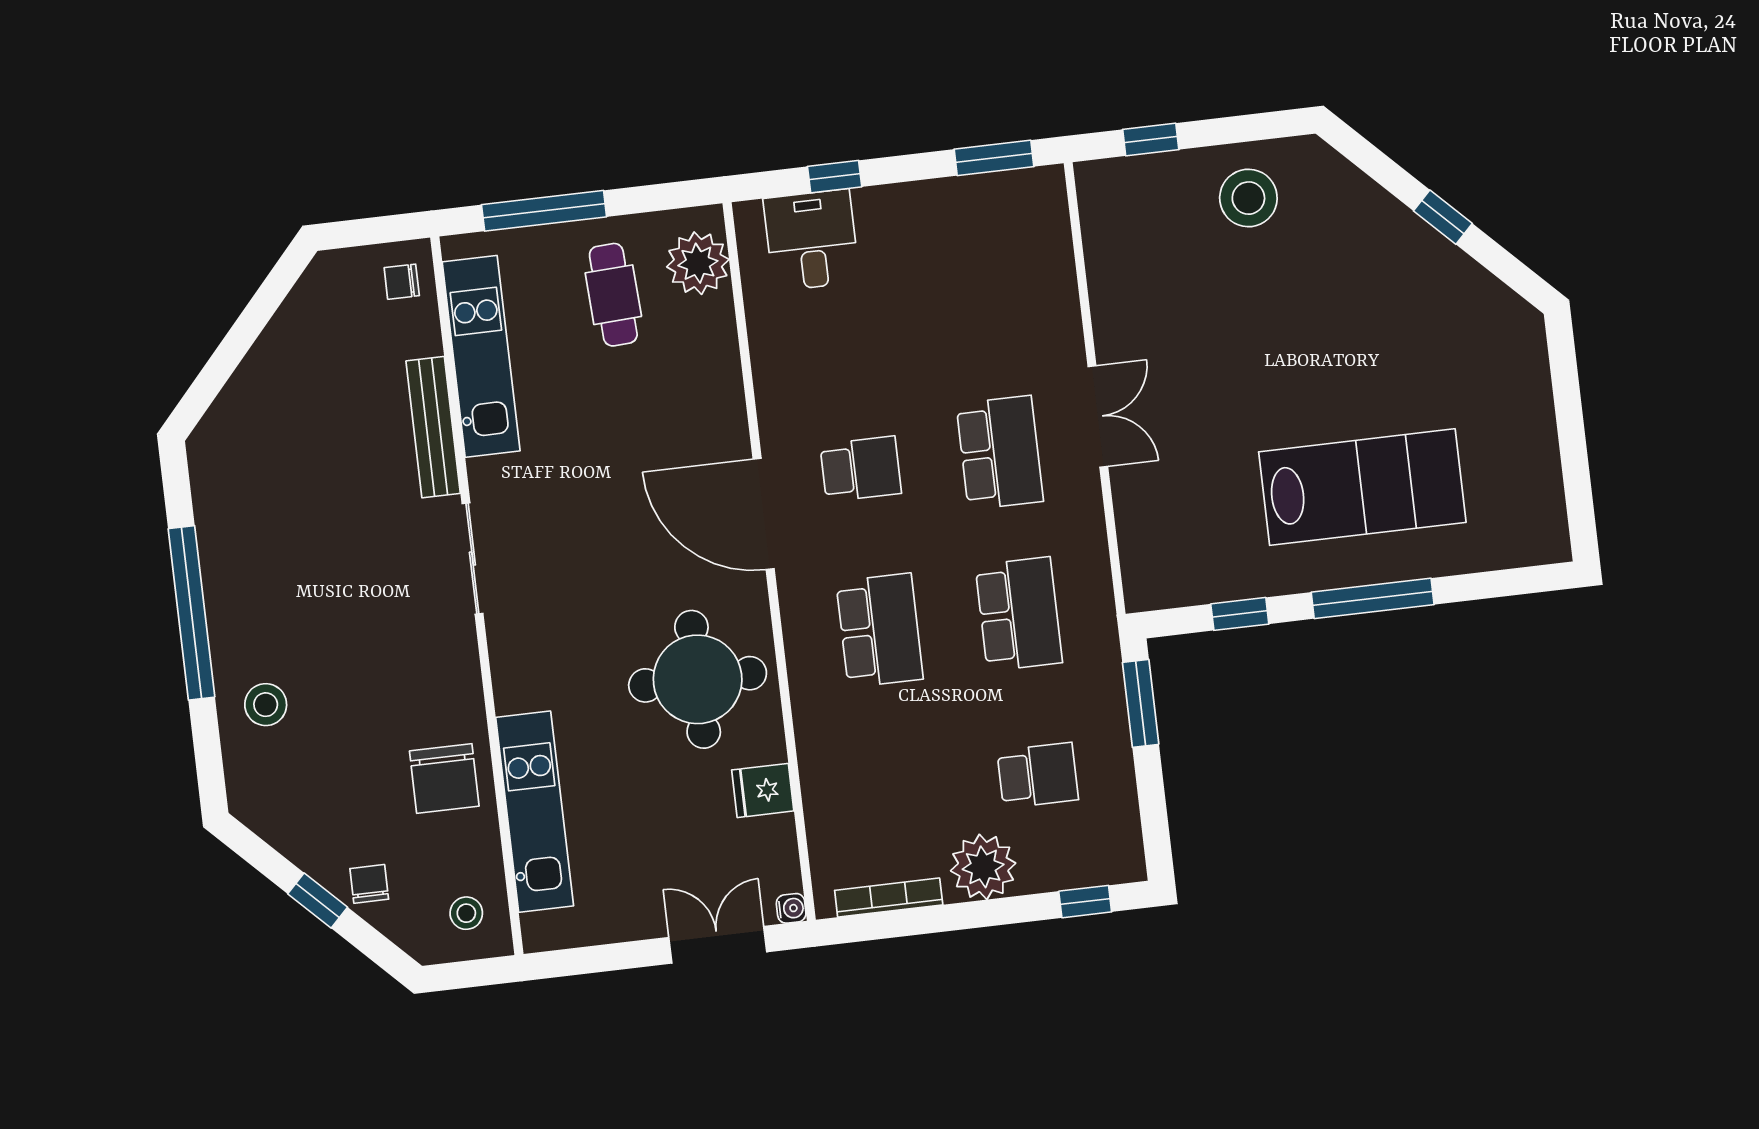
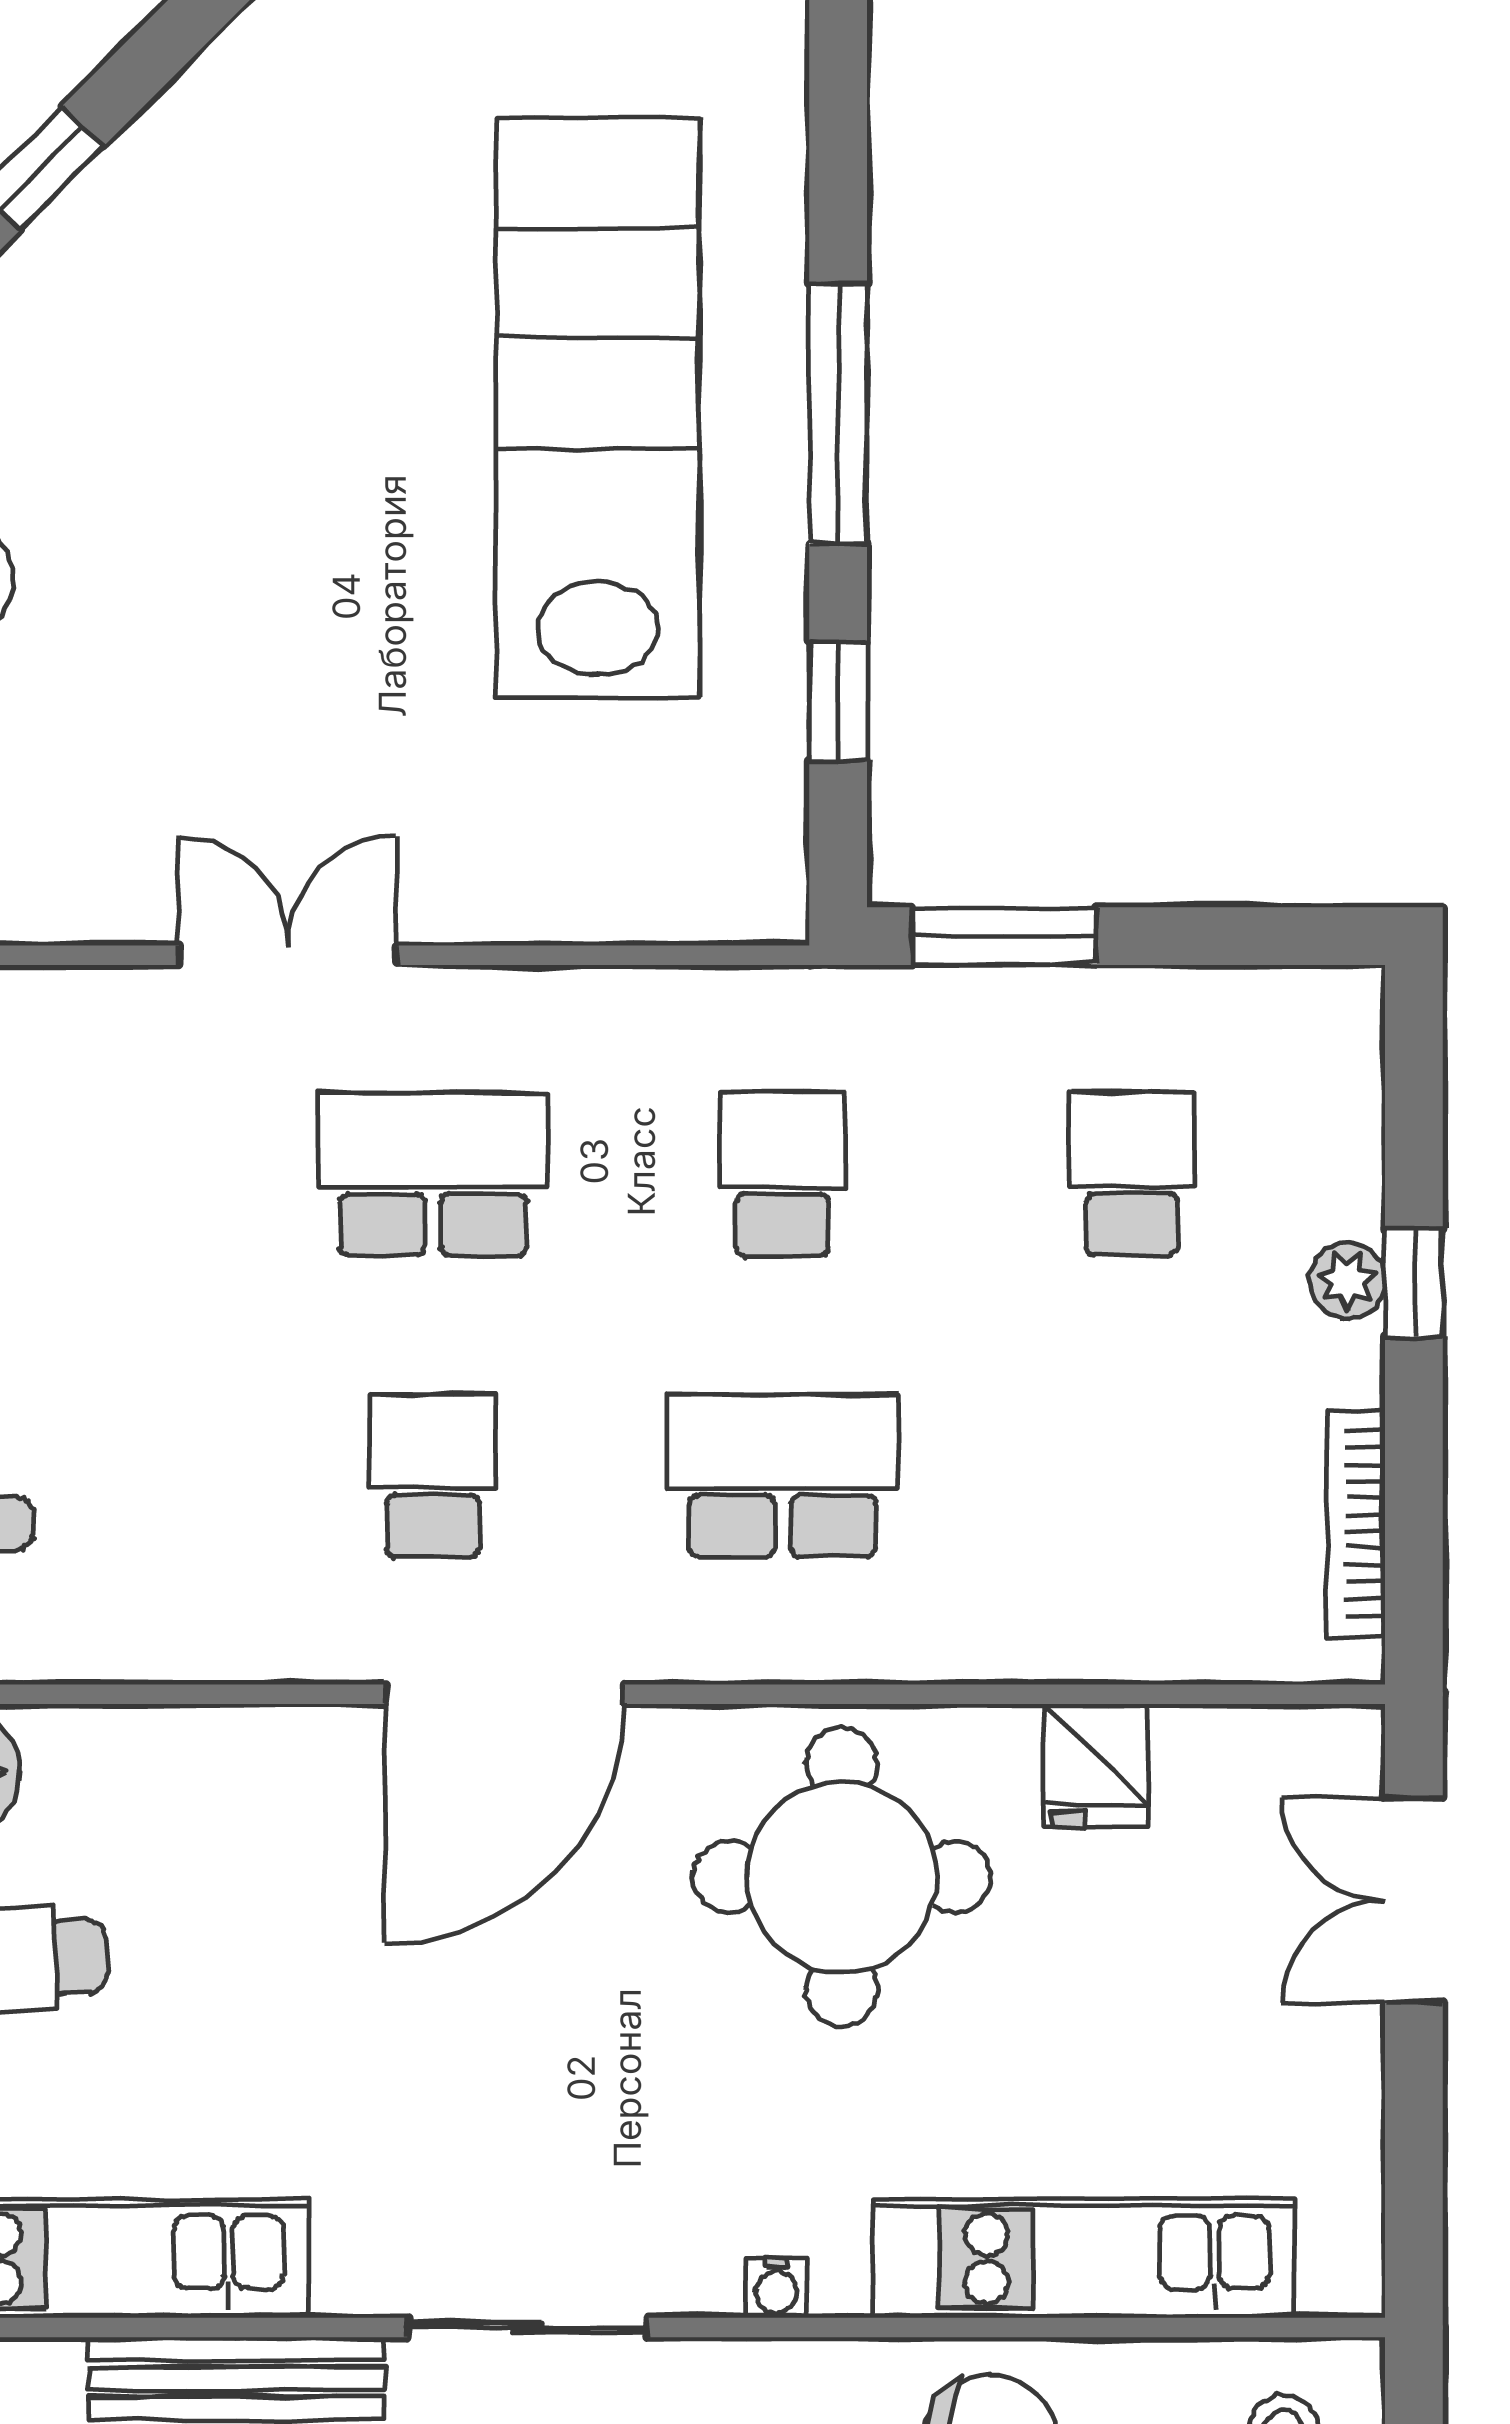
double door: (1098, 416) -> (288, 955), moved
lab bench: (1362, 487) -> (598, 408), width x1.36
school desk: (1019, 614) -> (783, 1174), width x0.54
plant: (983, 867) -> (1347, 1281), width x0.53, depth x0.53
window: (1085, 902) -> (1414, 1283), moved
water cooler: (791, 908) -> (776, 2287), moved, turned 180

